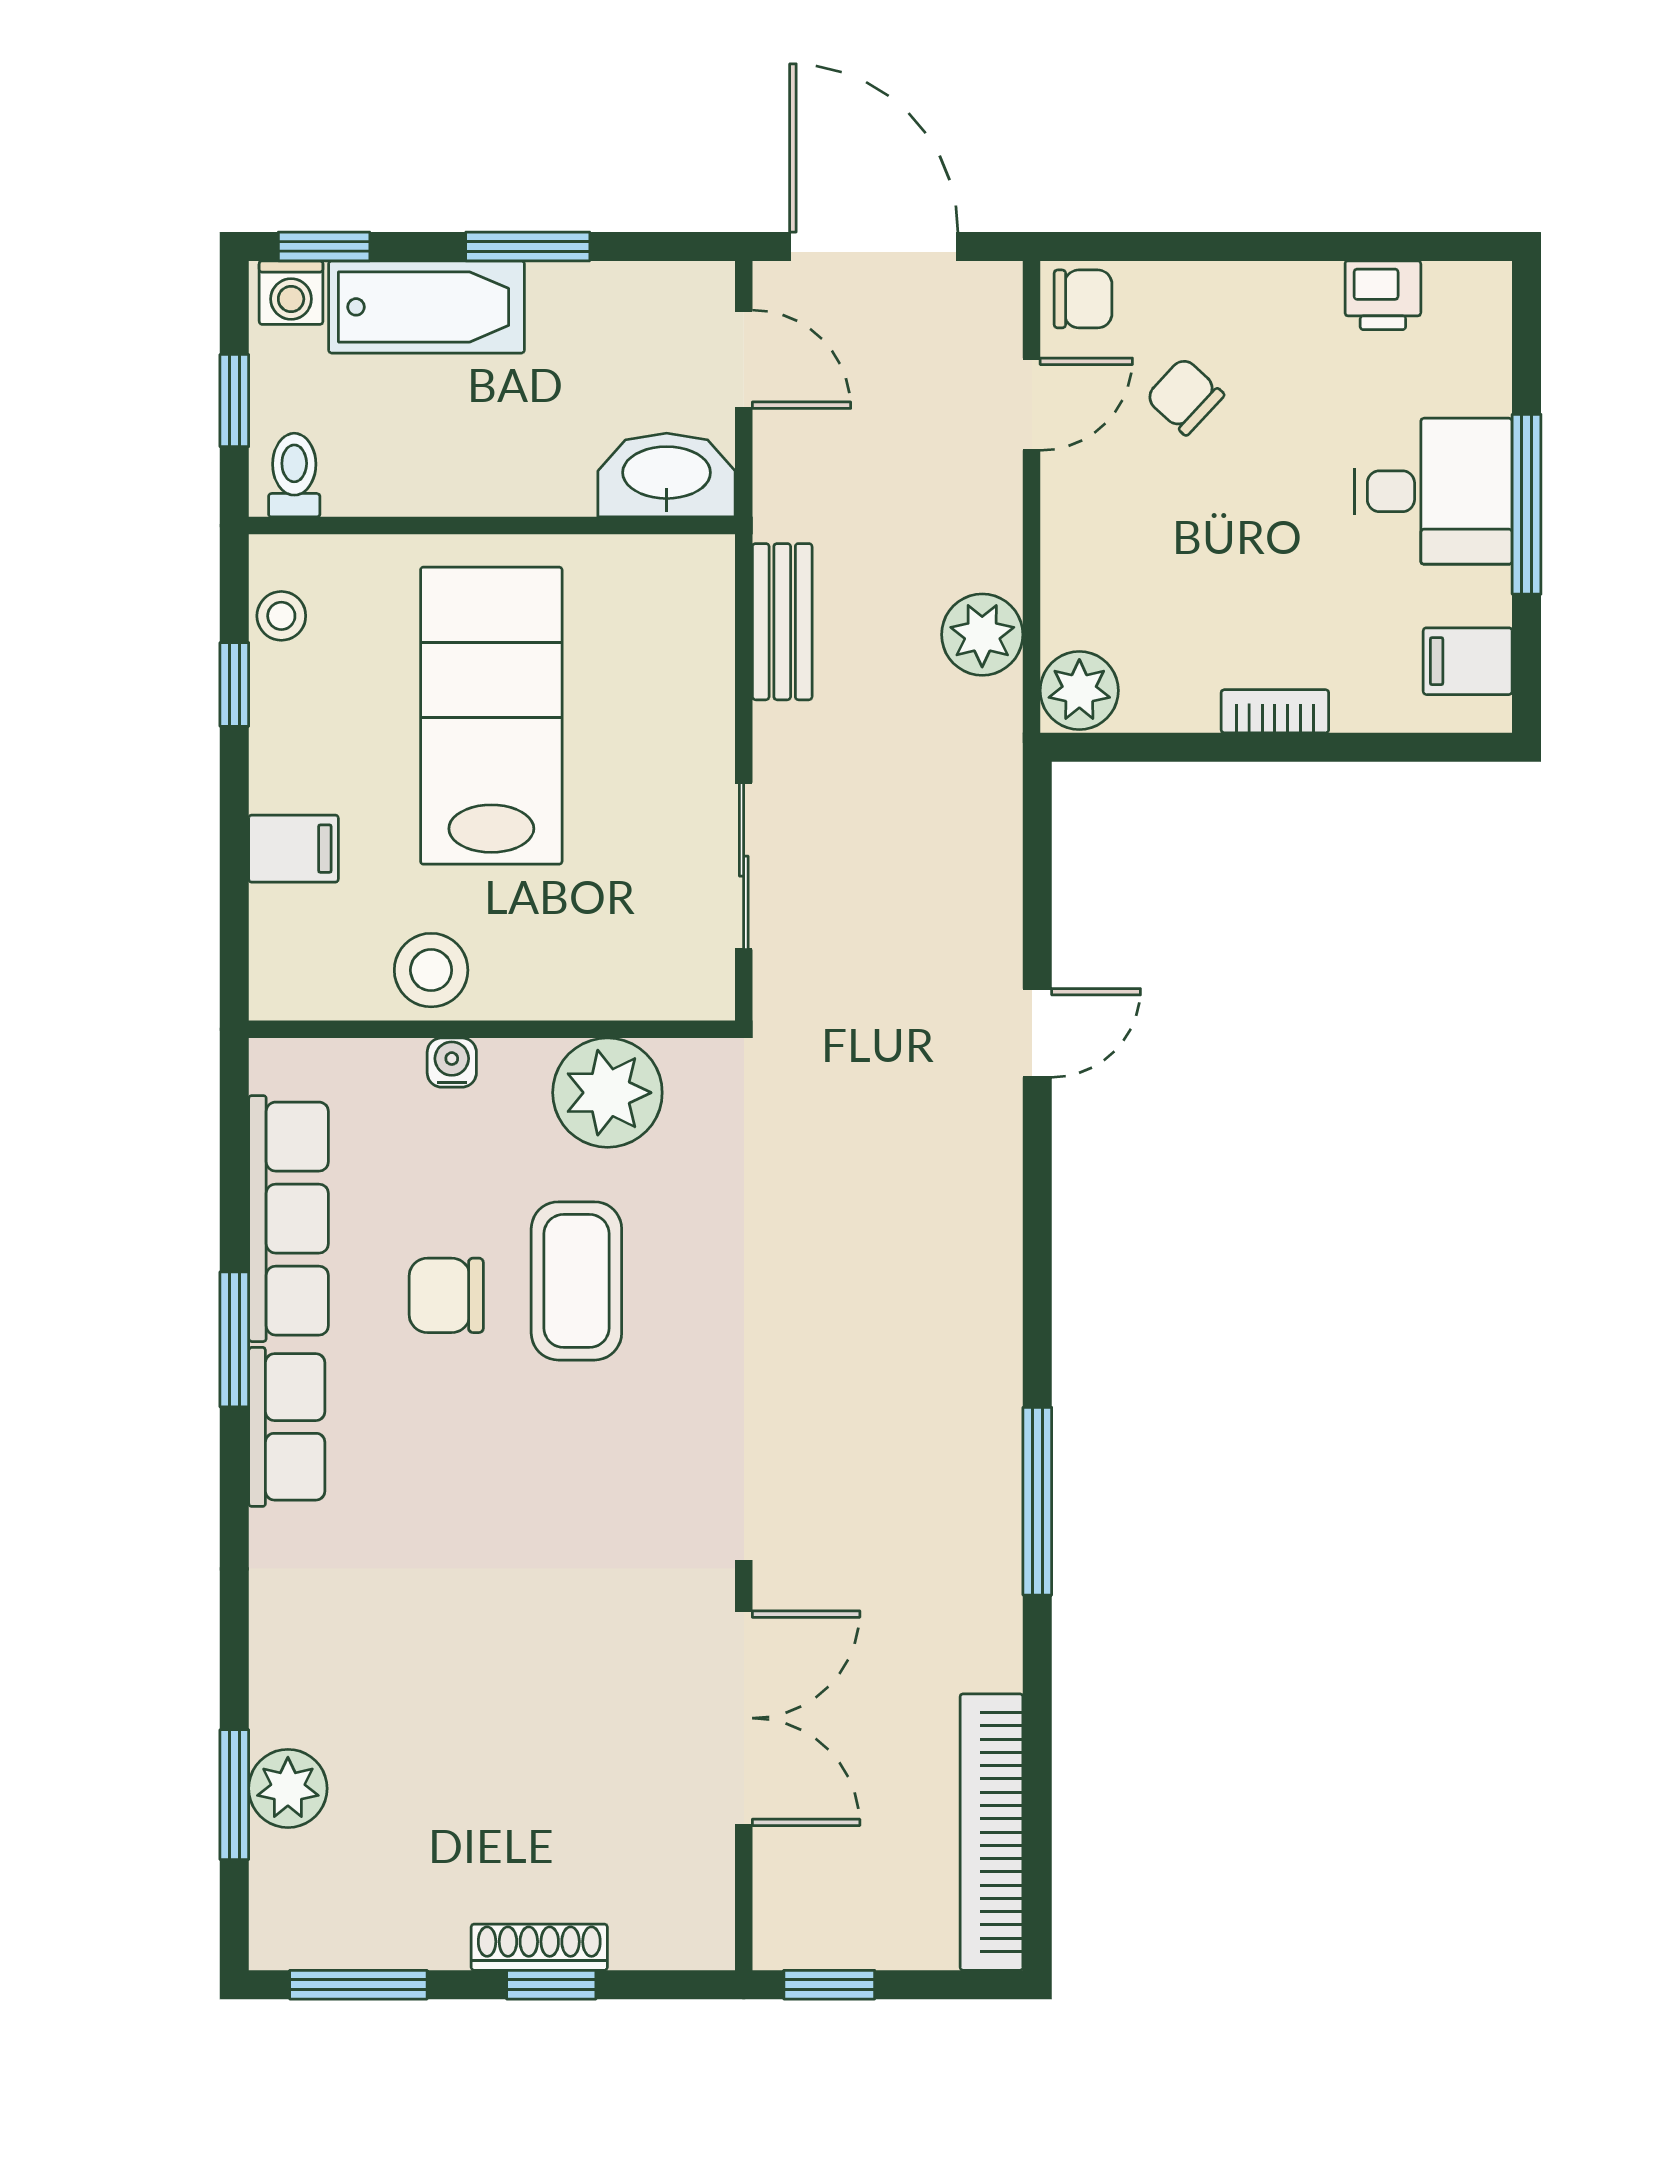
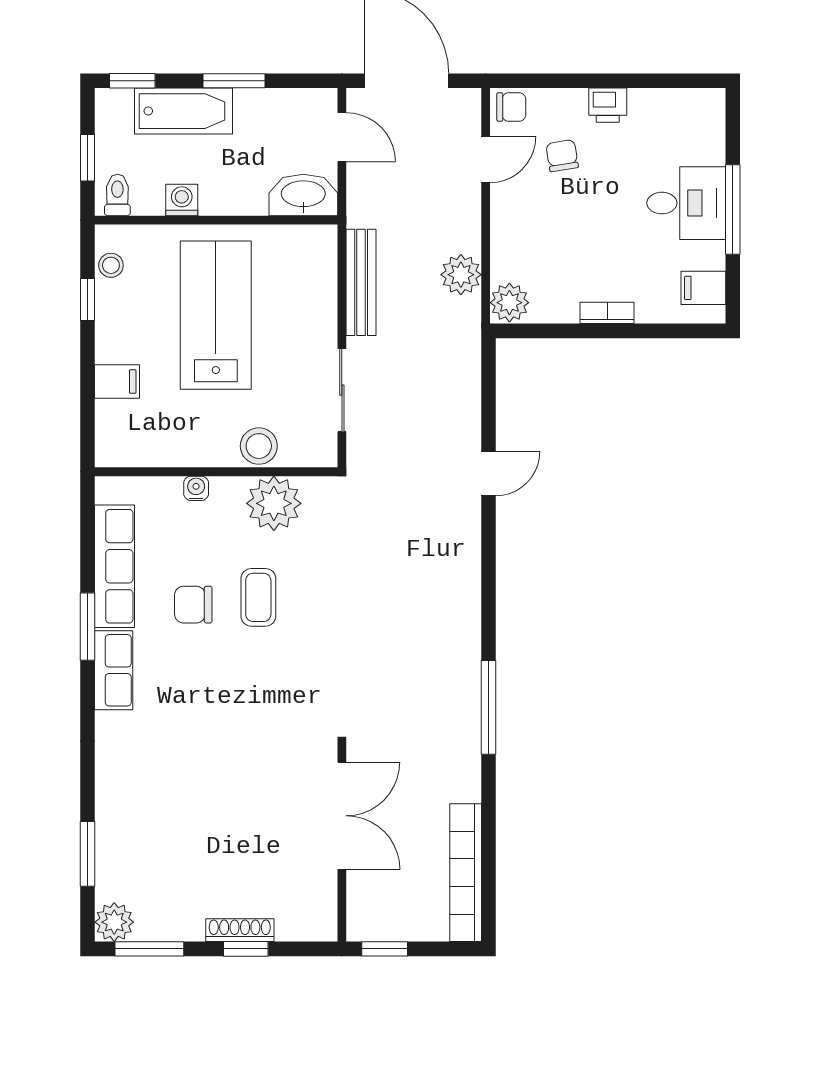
washing machine: (291, 293) -> (182, 200), moved, turned 180
printer: (1383, 295) -> (608, 105), moved
chair: (1185, 396) -> (562, 156), turned 38
bench: (782, 622) -> (361, 282), width x1.36
stool: (431, 970) -> (259, 446), moved
coffee table: (576, 1281) -> (258, 597), width x0.73, depth x0.77
plant: (288, 1788) -> (114, 922), moved

